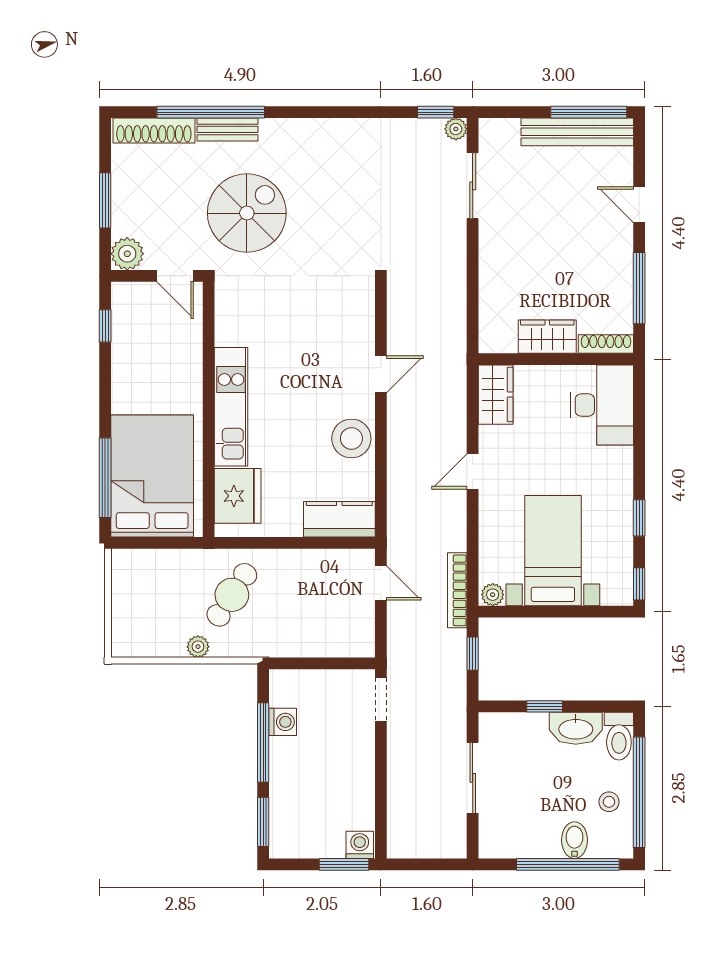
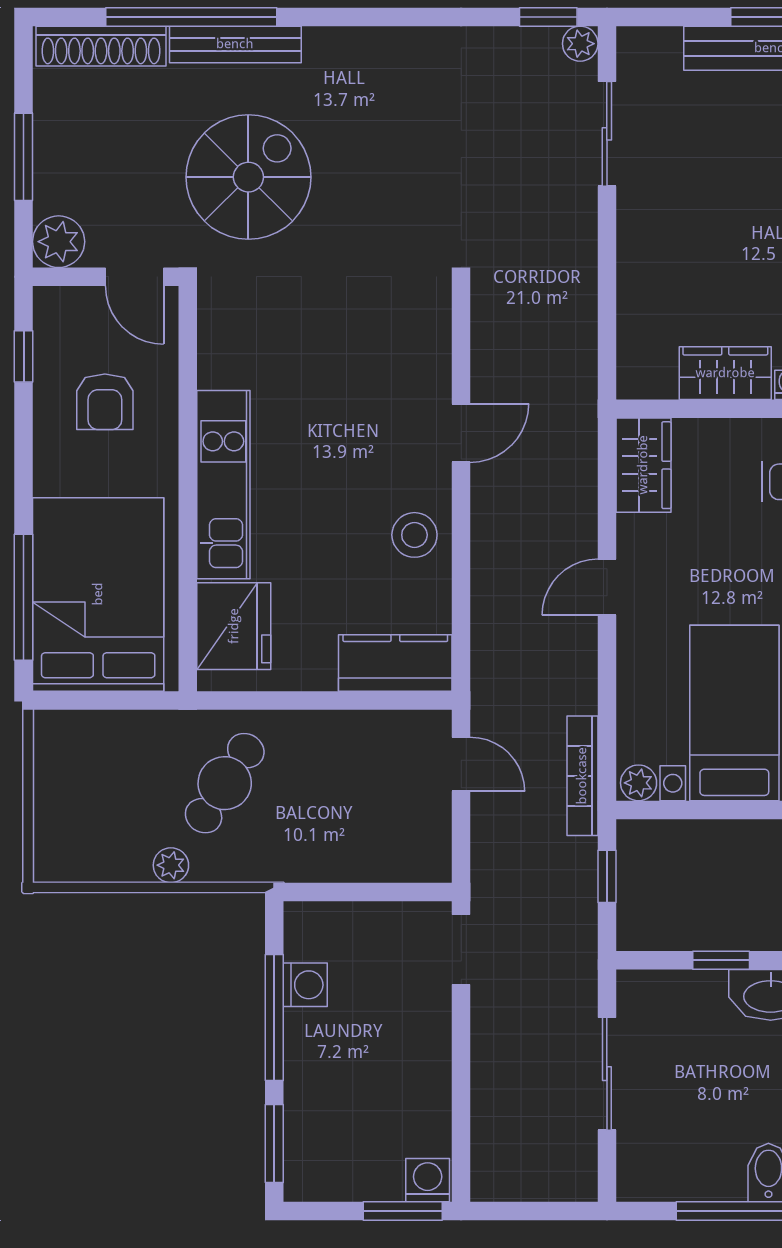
bench: (228, 129) -> (235, 44), width x1.36
armchair: (156, 355) -> (105, 402), added
stool: (351, 439) -> (414, 535), width x0.73, depth x0.73

